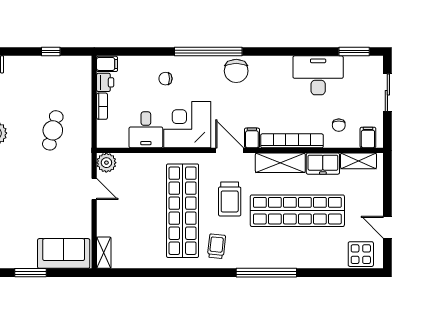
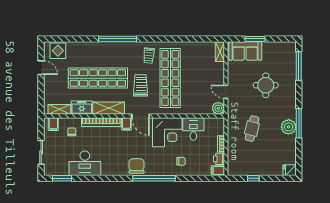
round table: (31, 199) -> (266, 85), added
window: (31, 273) -> (255, 39), moved

